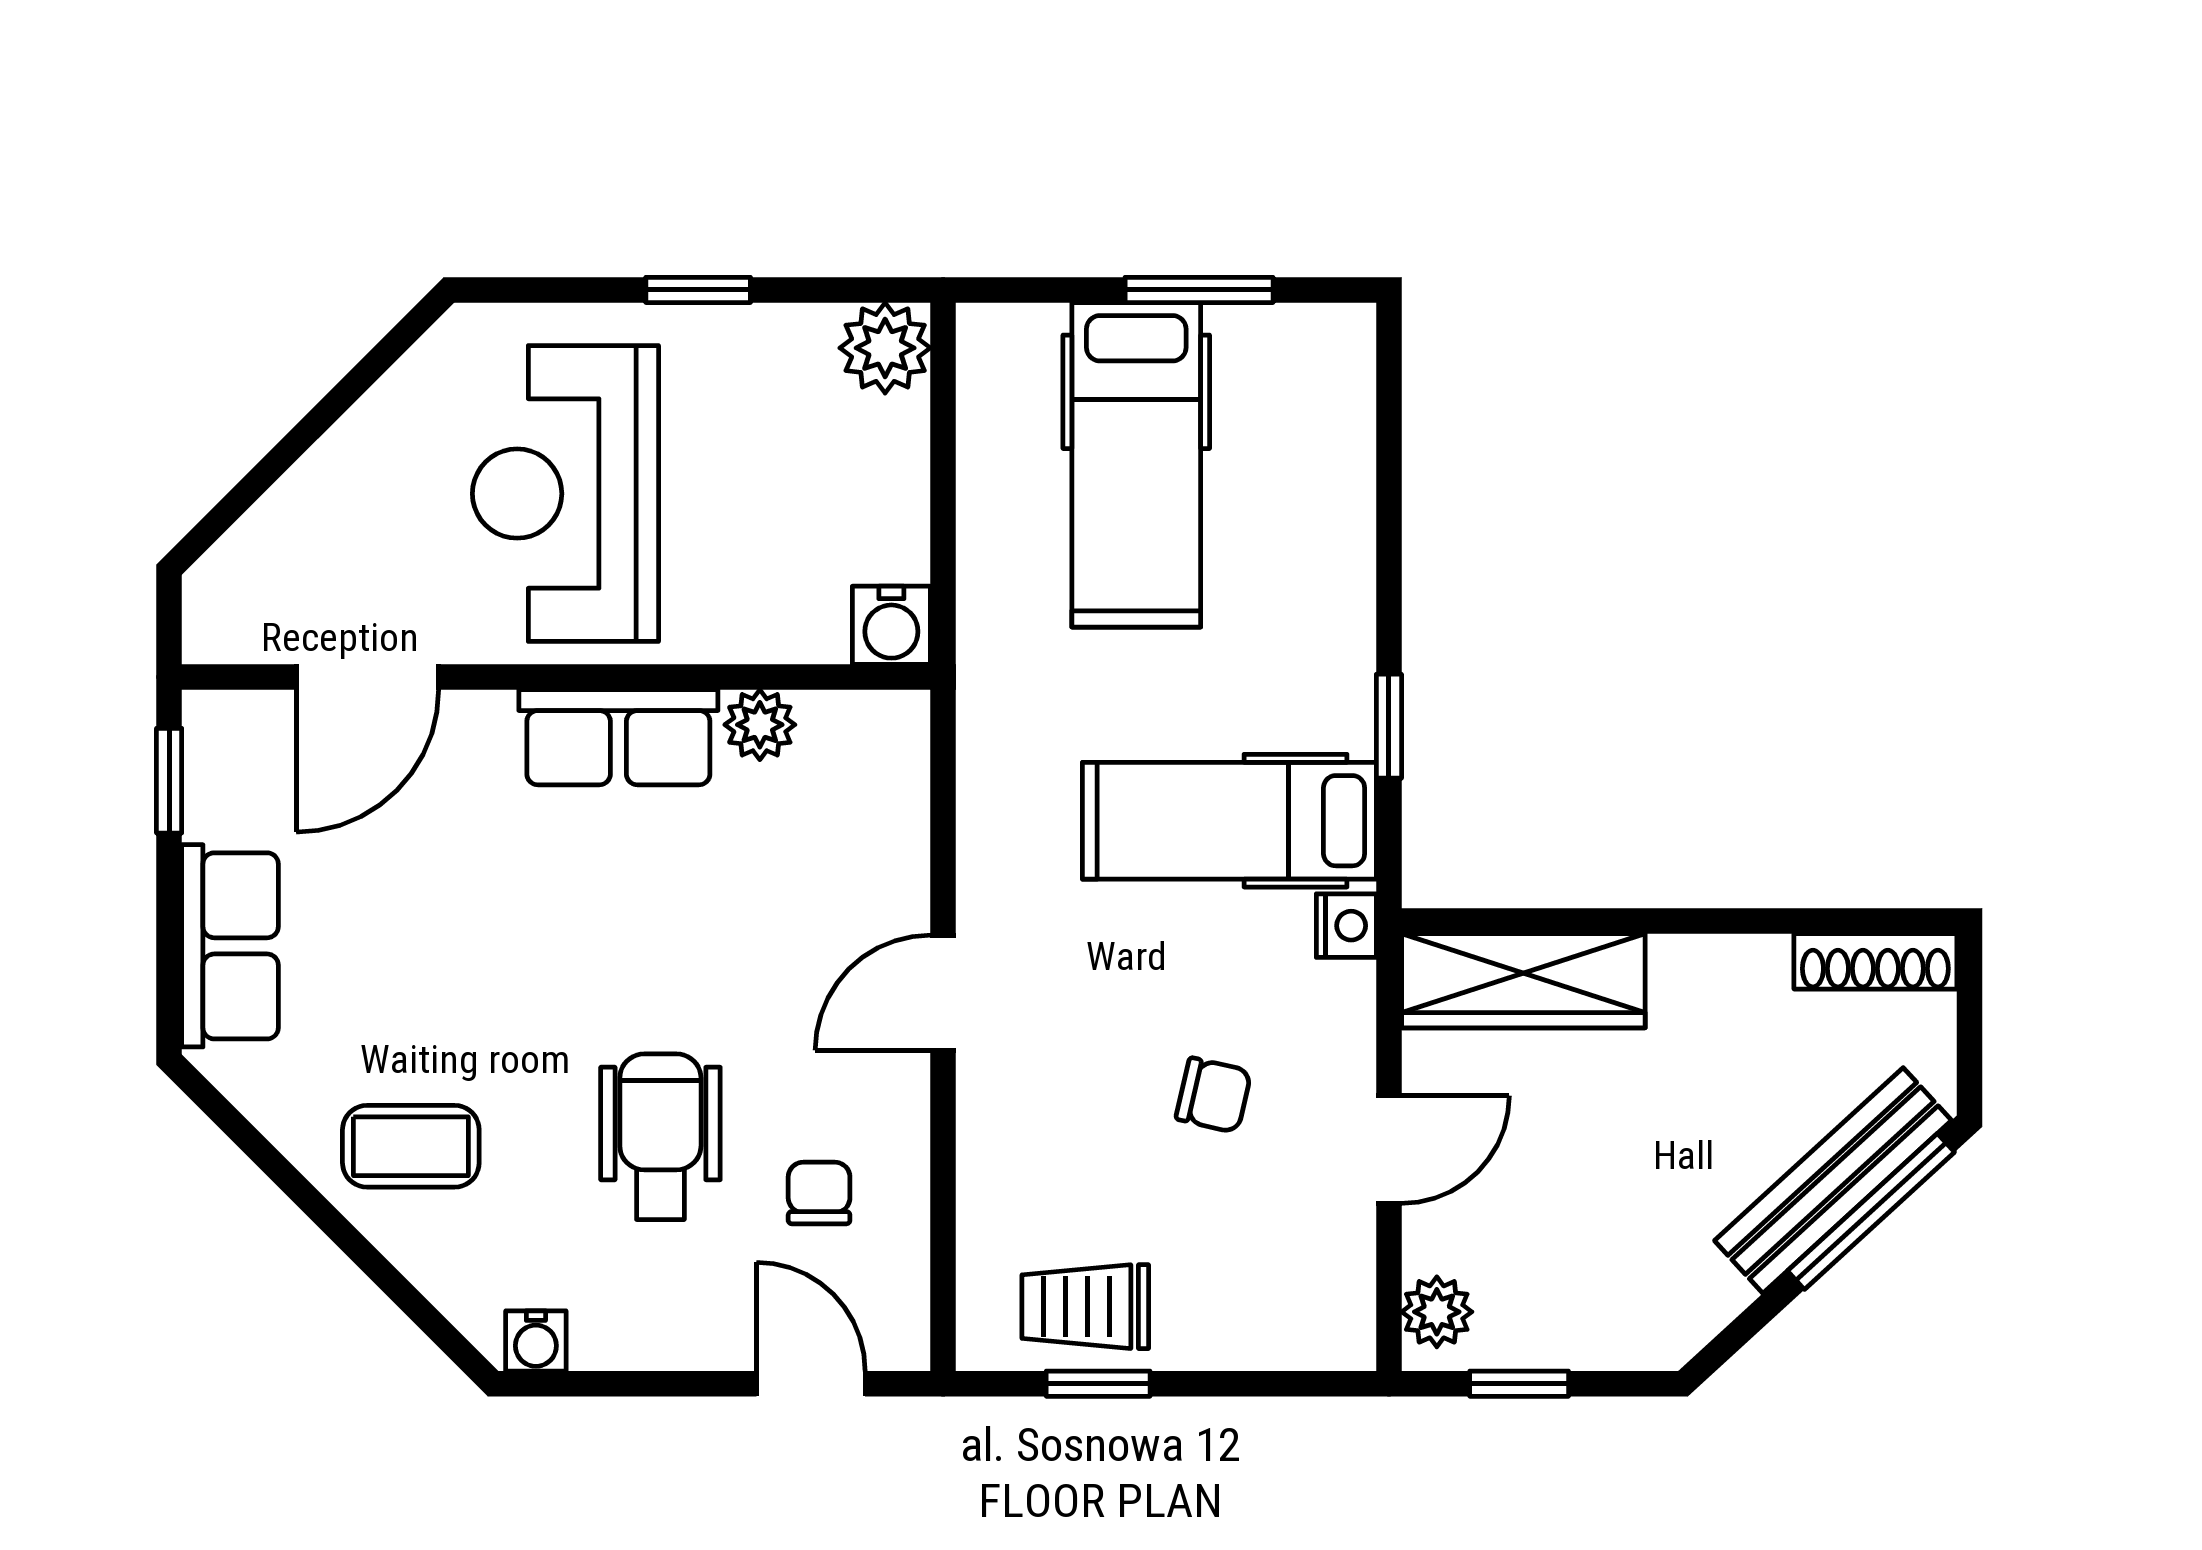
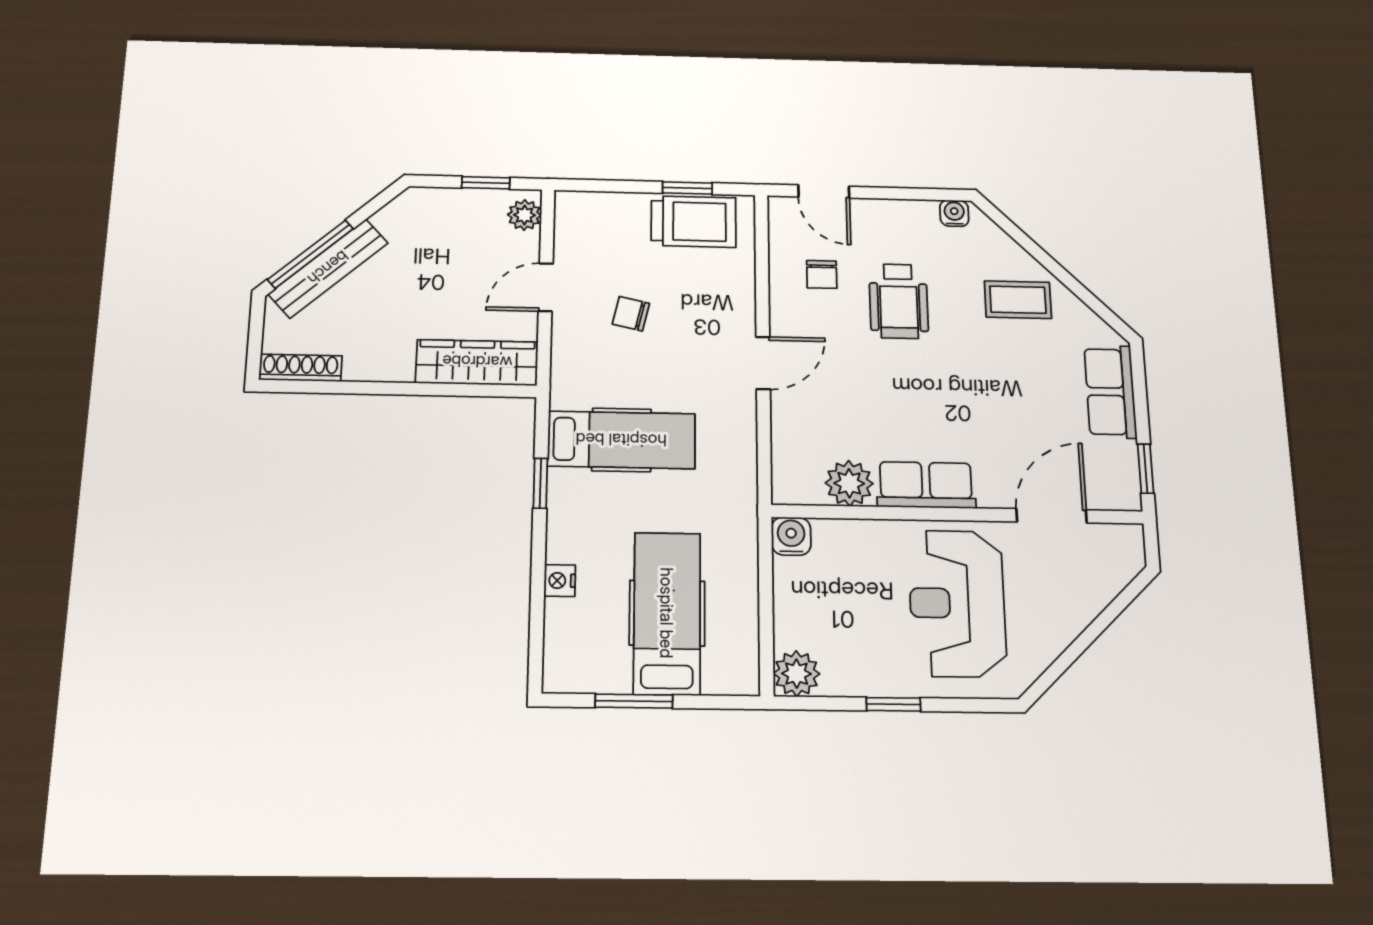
reception desk: (565, 494) -> (957, 603), turned 180
plant: (760, 725) -> (849, 483), width x1.38, depth x1.38
nightstand: (1346, 926) -> (560, 581), moved
trolley: (1085, 1307) -> (694, 222), width x1.36, depth x1.39

